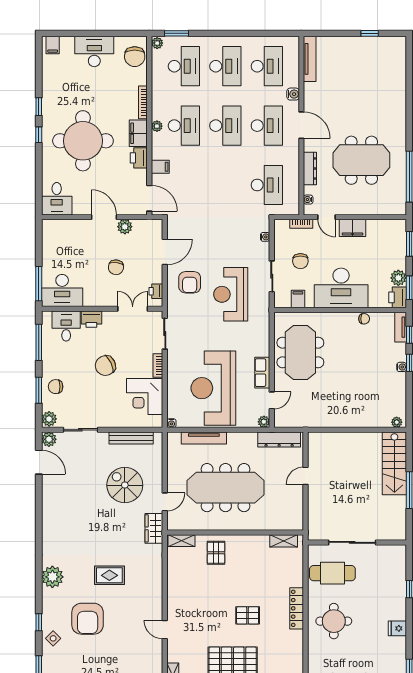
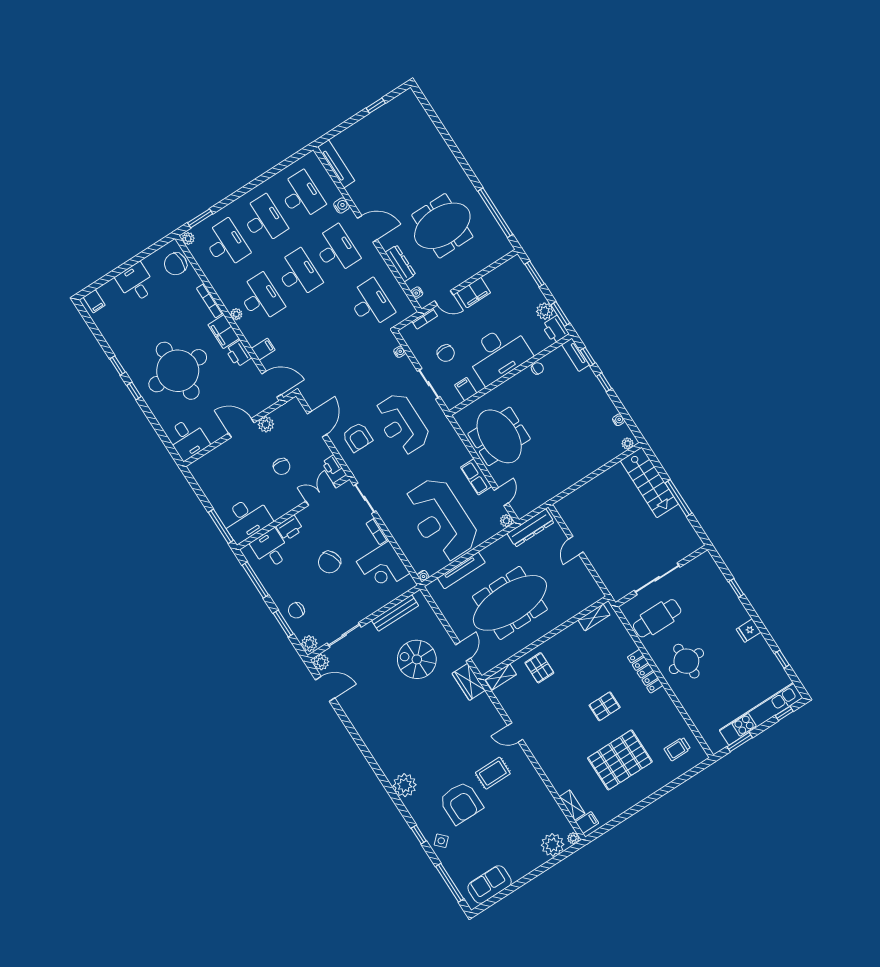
desk: (94, 51) -> (136, 283), width x0.73
chair: (135, 57) -> (176, 264), turned 90
water cooler: (402, 367) -> (619, 420), moved
rug: (109, 575) -> (493, 773), moved
door: (165, 630) -> (515, 733), moved

